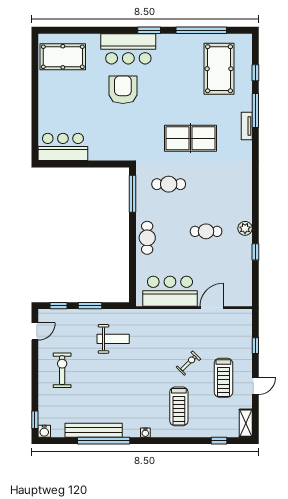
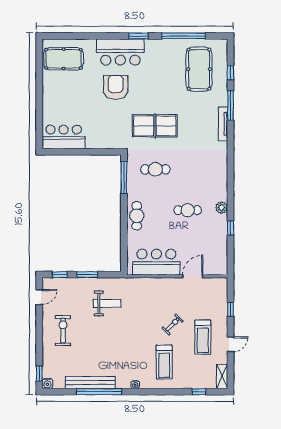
tv unit: (247, 126) -> (223, 124), width x1.41
table tennis table: (191, 138) -> (155, 126), moved

